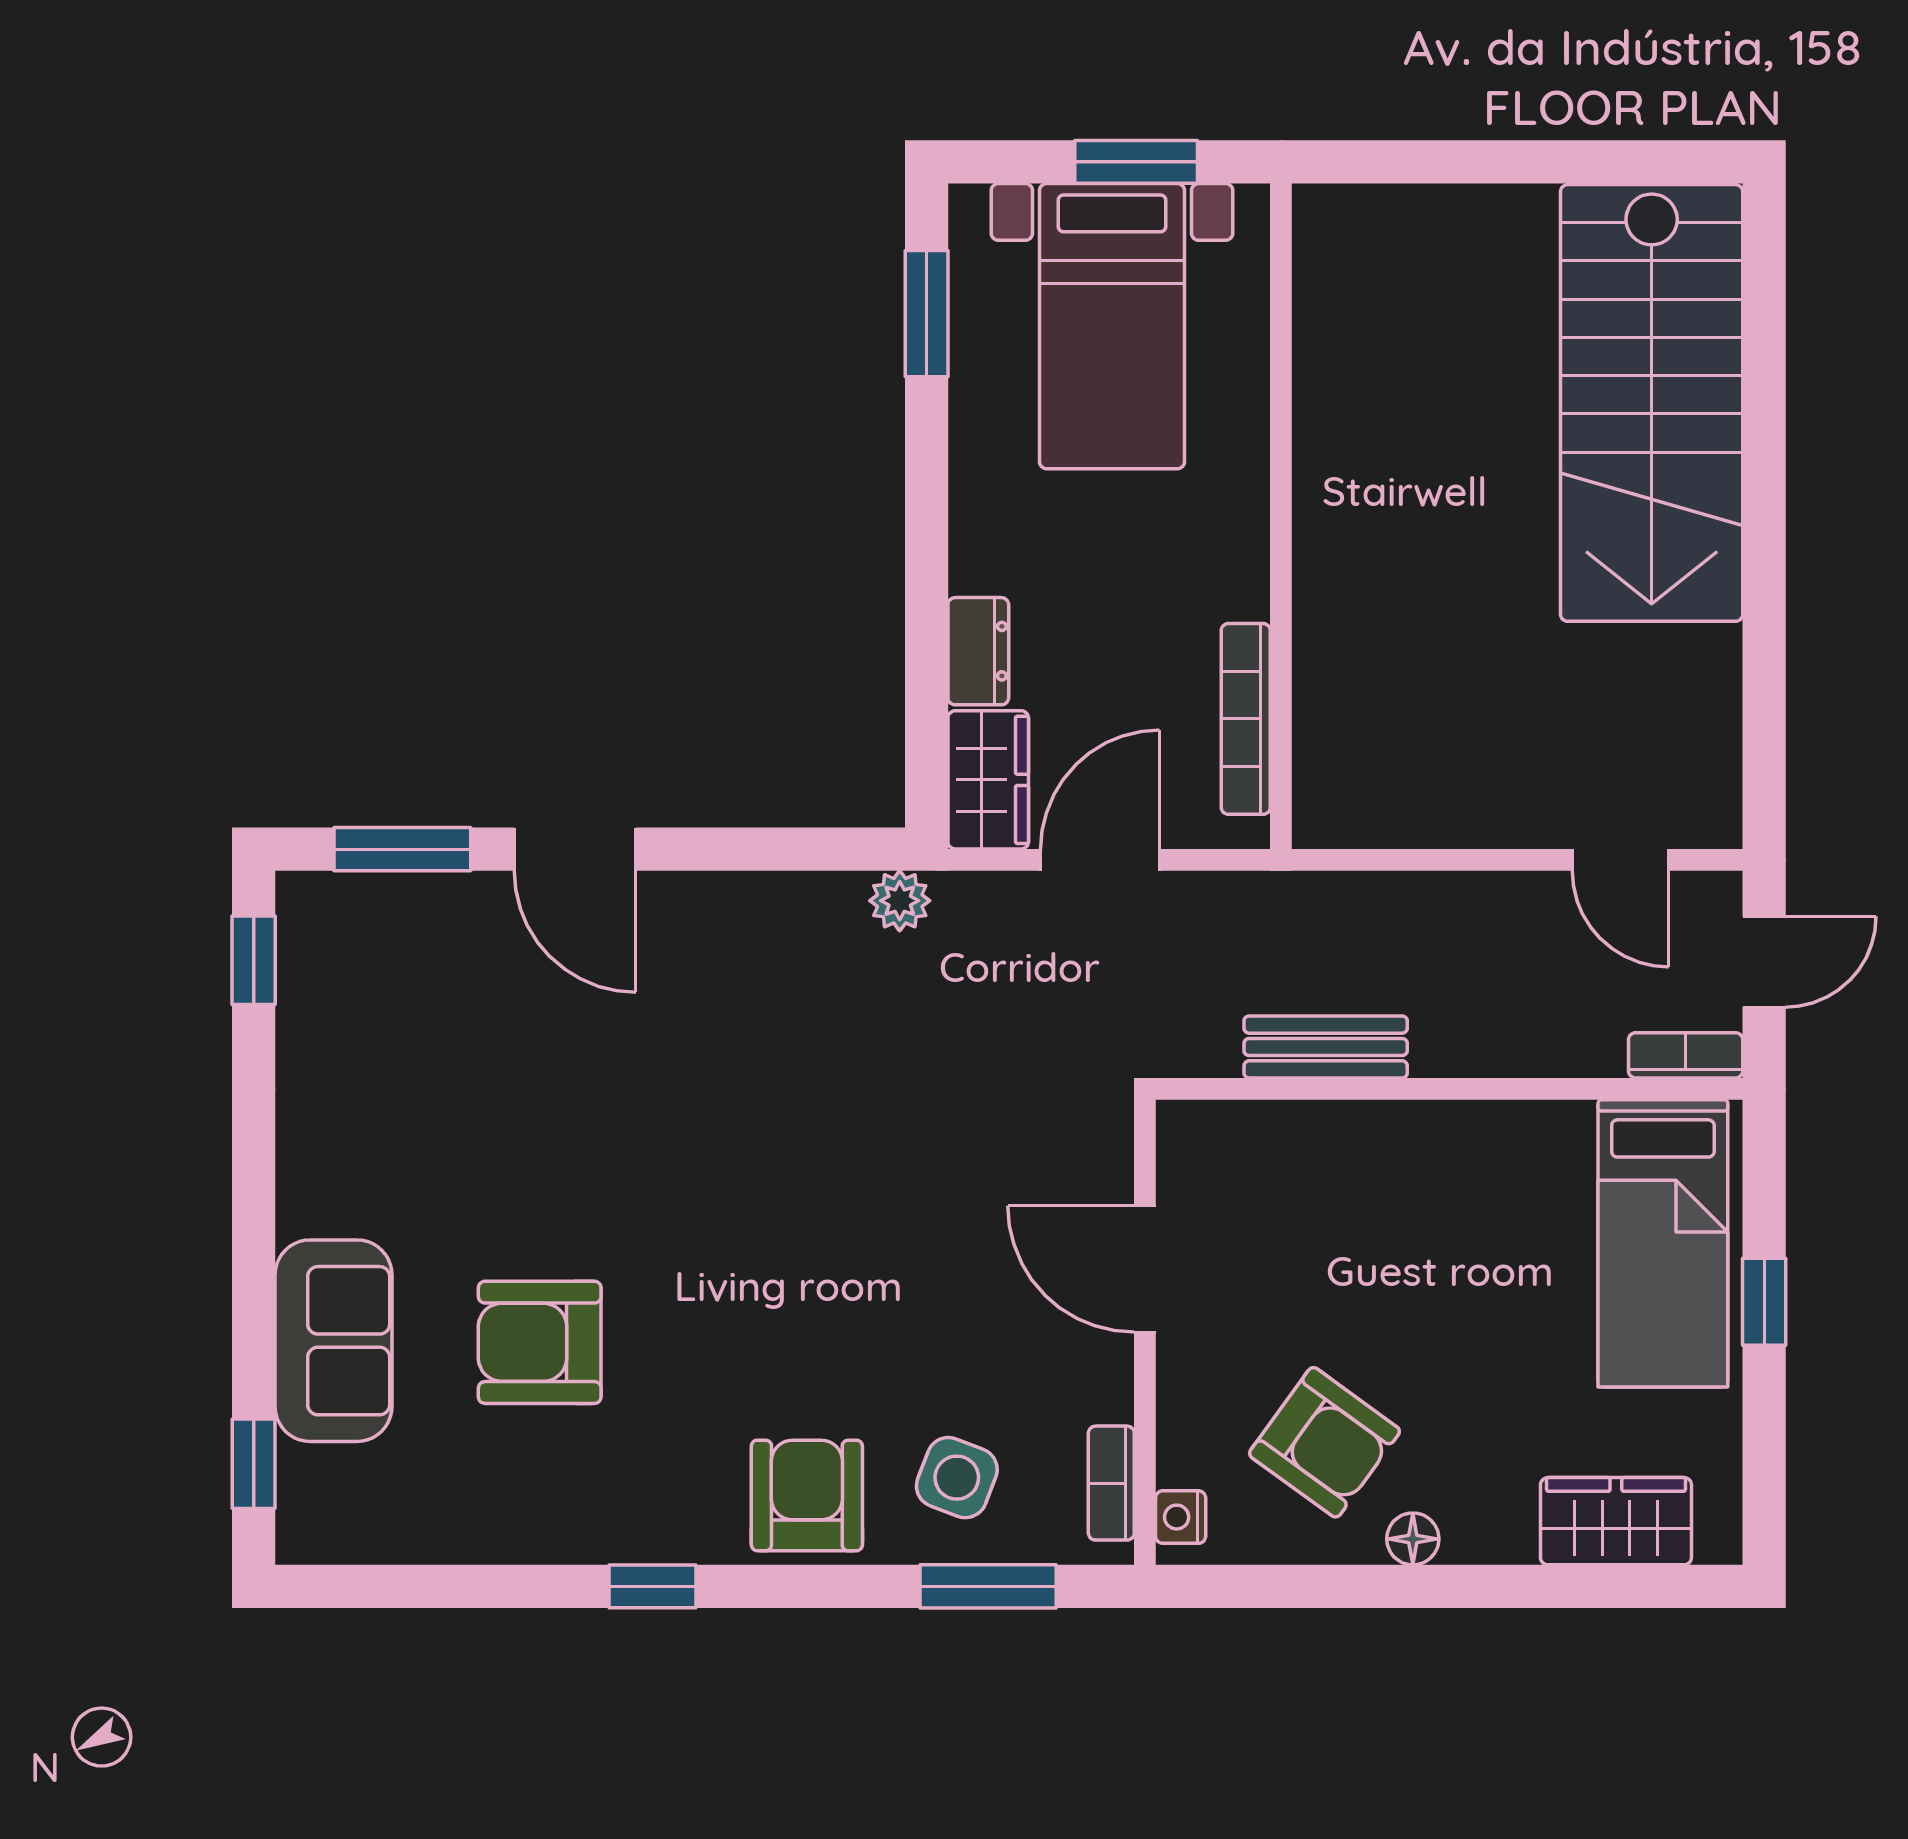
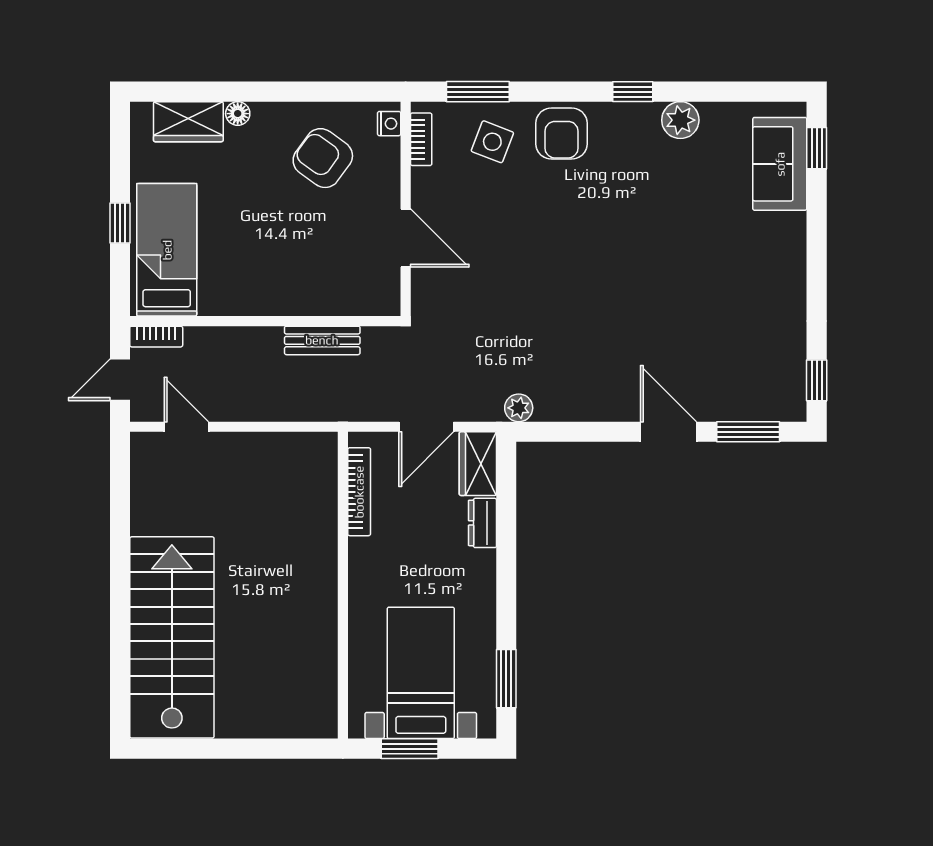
sofa: (334, 1341) -> (780, 164), moved
armchair: (540, 1342) -> (685, 204), removed
plant: (549, 1525) -> (680, 120), added
floor lamp: (1413, 1539) -> (238, 114), moved

